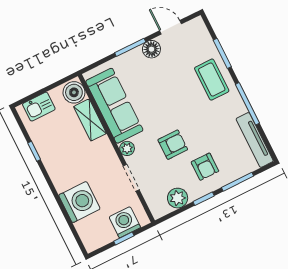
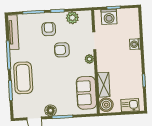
coffee table: (212, 80) -> (23, 78), width x1.36, depth x1.32
sofa: (114, 106) -> (86, 93), width x0.73
washing machine: (79, 202) -> (135, 44), width x0.53, depth x0.53

